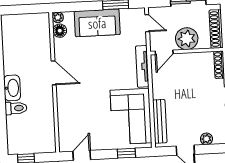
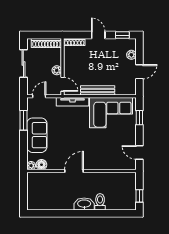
plant: (187, 39) -> (57, 70), width x0.53, depth x0.53
bench: (160, 121) -> (98, 90), moved

